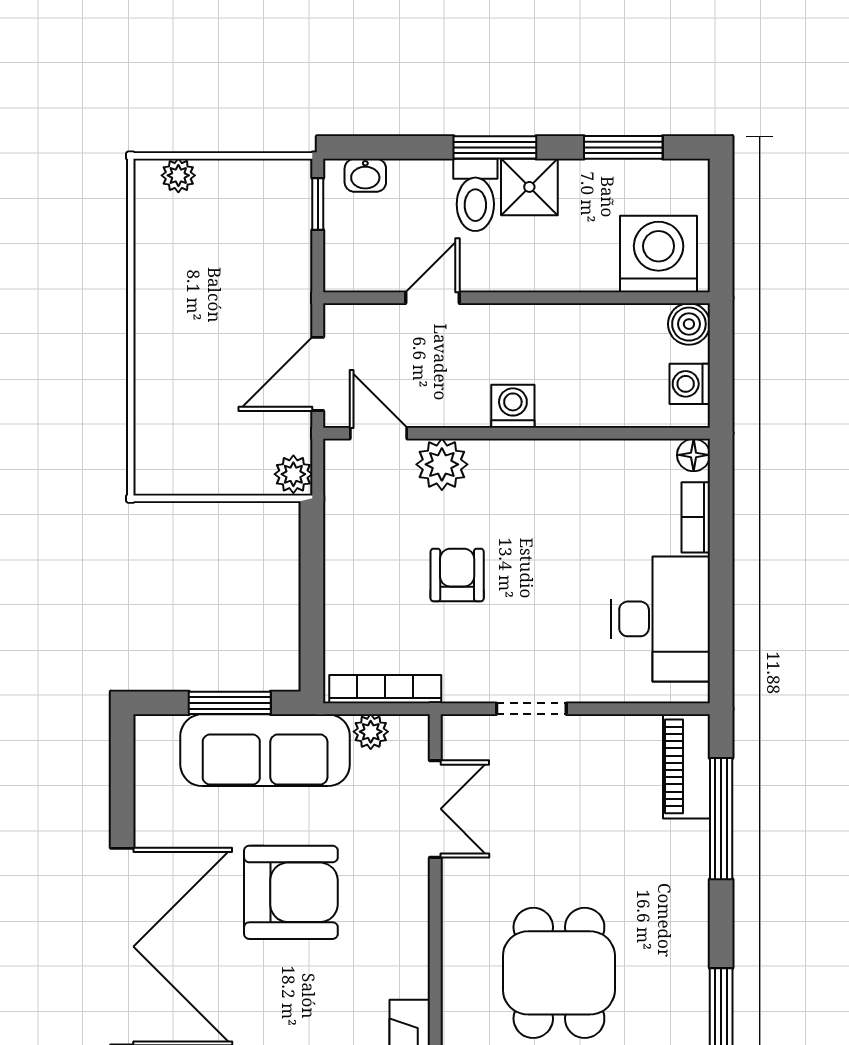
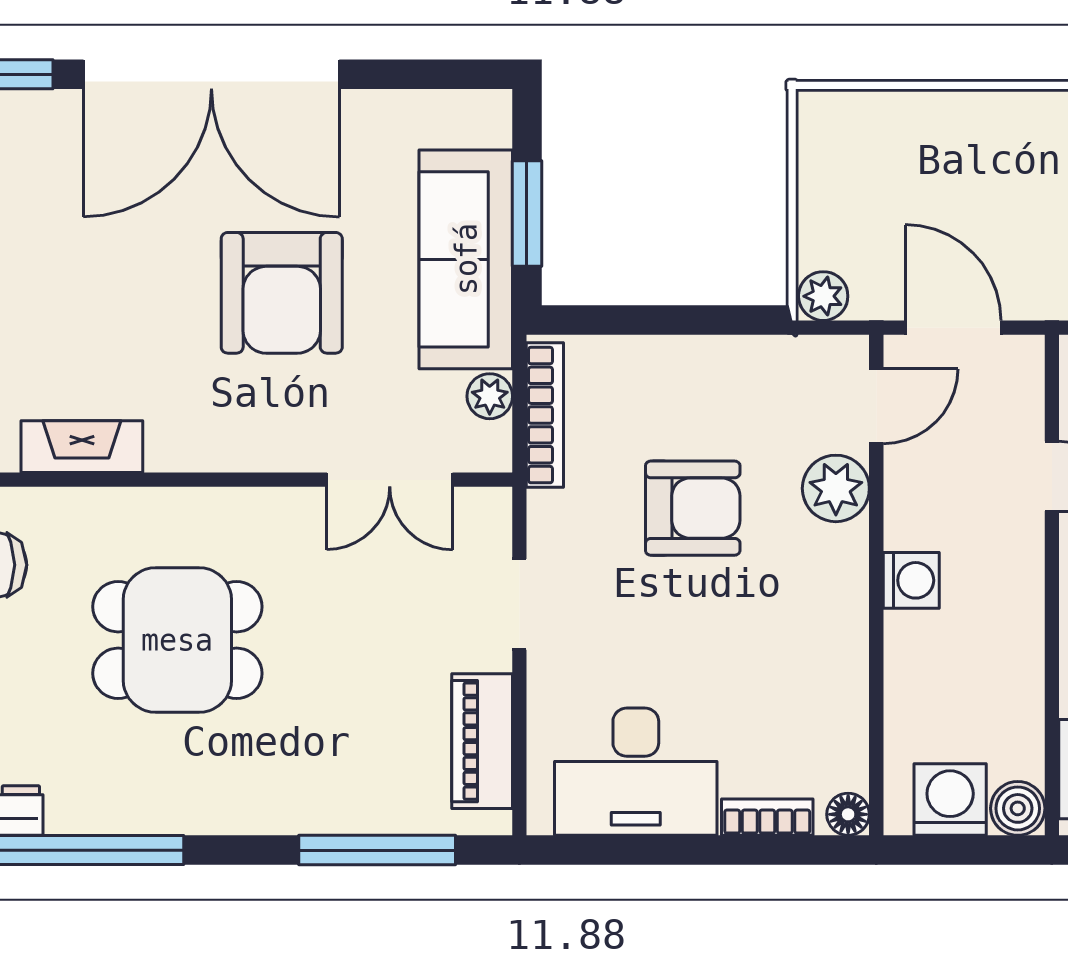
washing machine: (690, 384) -> (950, 799), width x1.38, depth x1.38
armchair: (457, 575) -> (693, 508), width x1.38, depth x1.38
piano: (687, 766) -> (482, 741), moved, turned -90

